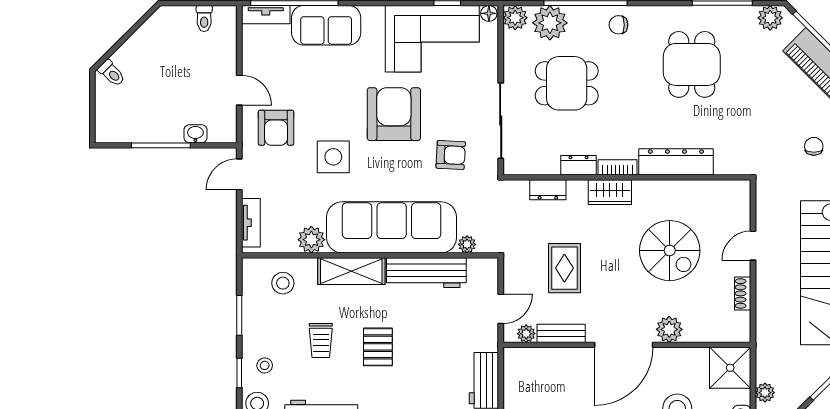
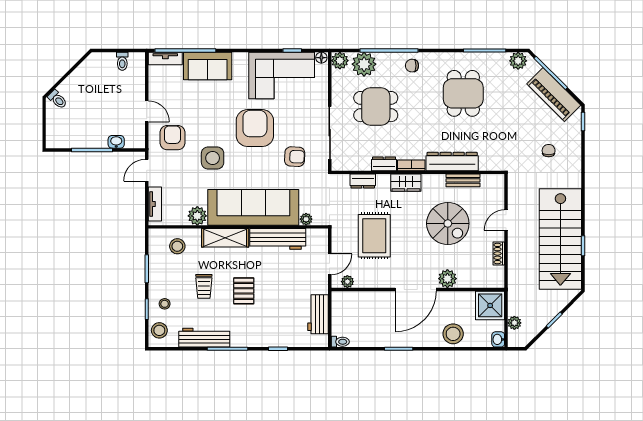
armchair: (276, 128) -> (172, 138), turned 180
rug: (564, 268) -> (374, 236), width x1.36, depth x1.43
bench: (561, 333) -> (463, 180), moved

